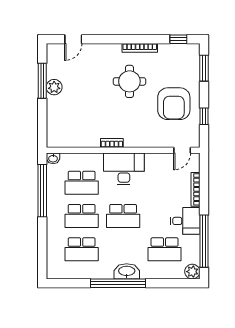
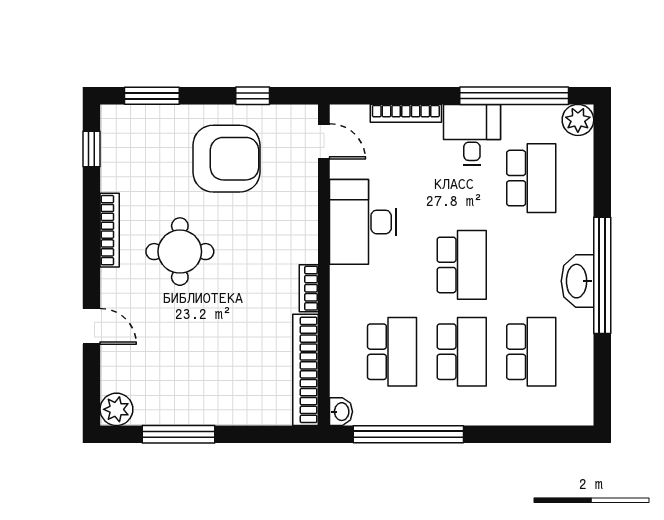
door: (73, 39) -> (92, 326), moved
plant: (54, 87) -> (116, 409), moved
bookcase: (73, 141) -> (306, 370), added
desk: (124, 169) -> (363, 222), moved
washbasin: (127, 271) -> (578, 281), moved

